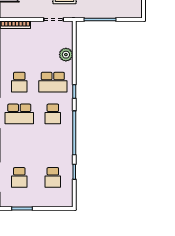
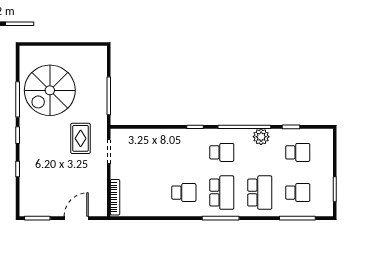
plant: (66, 55) -> (261, 137), moved
school desk: (53, 82) -> (260, 193), moved

